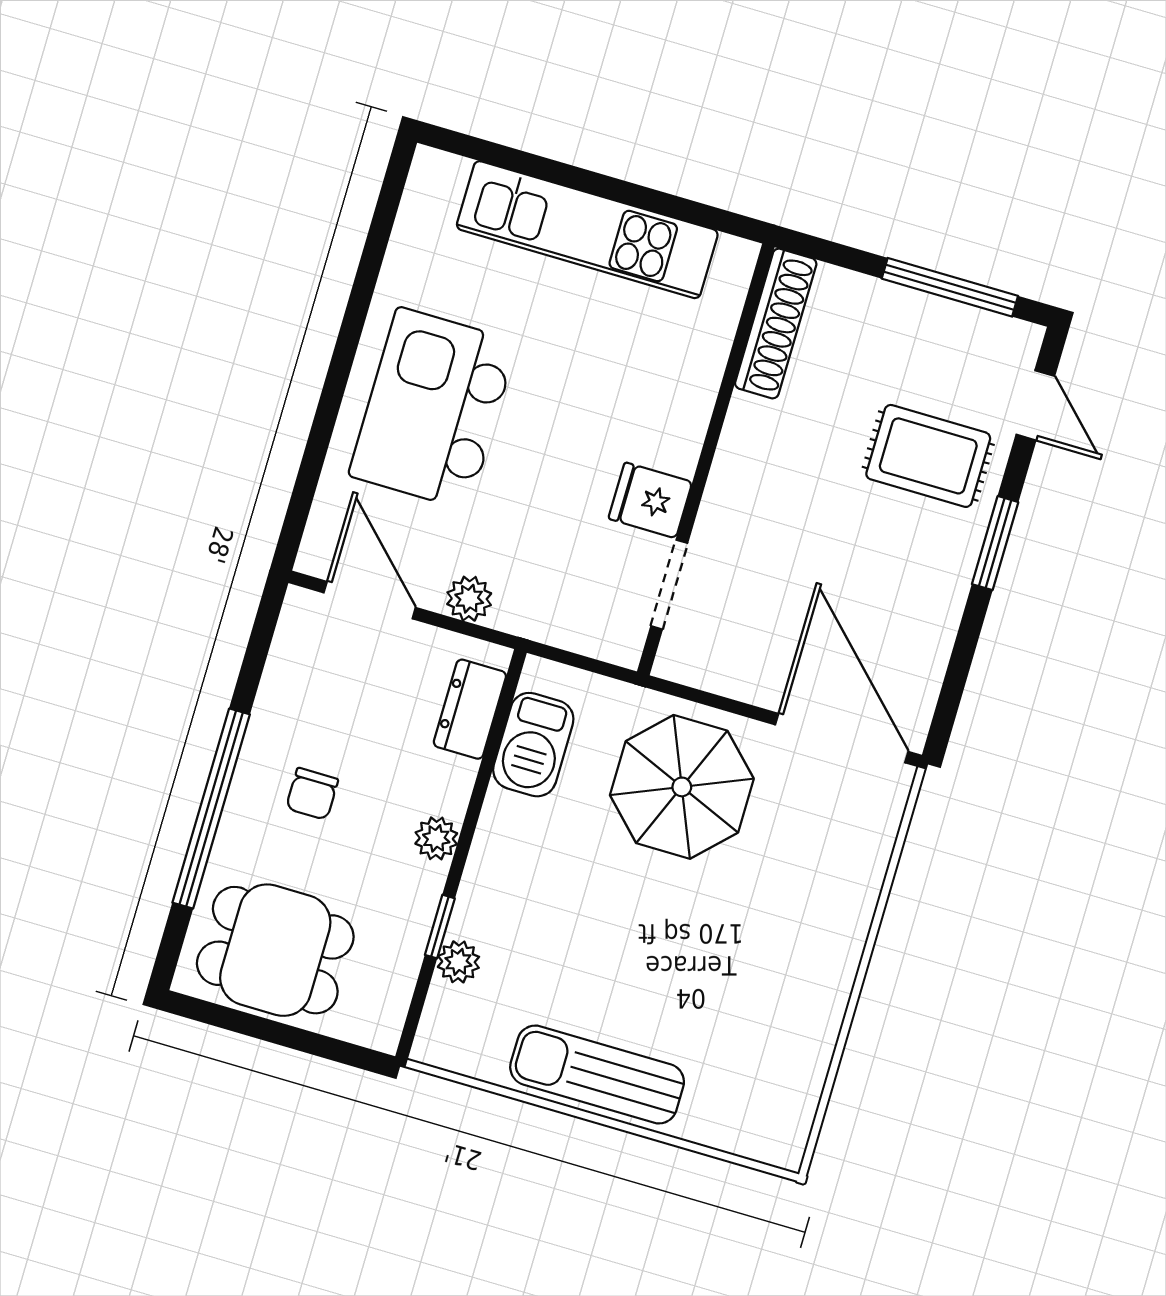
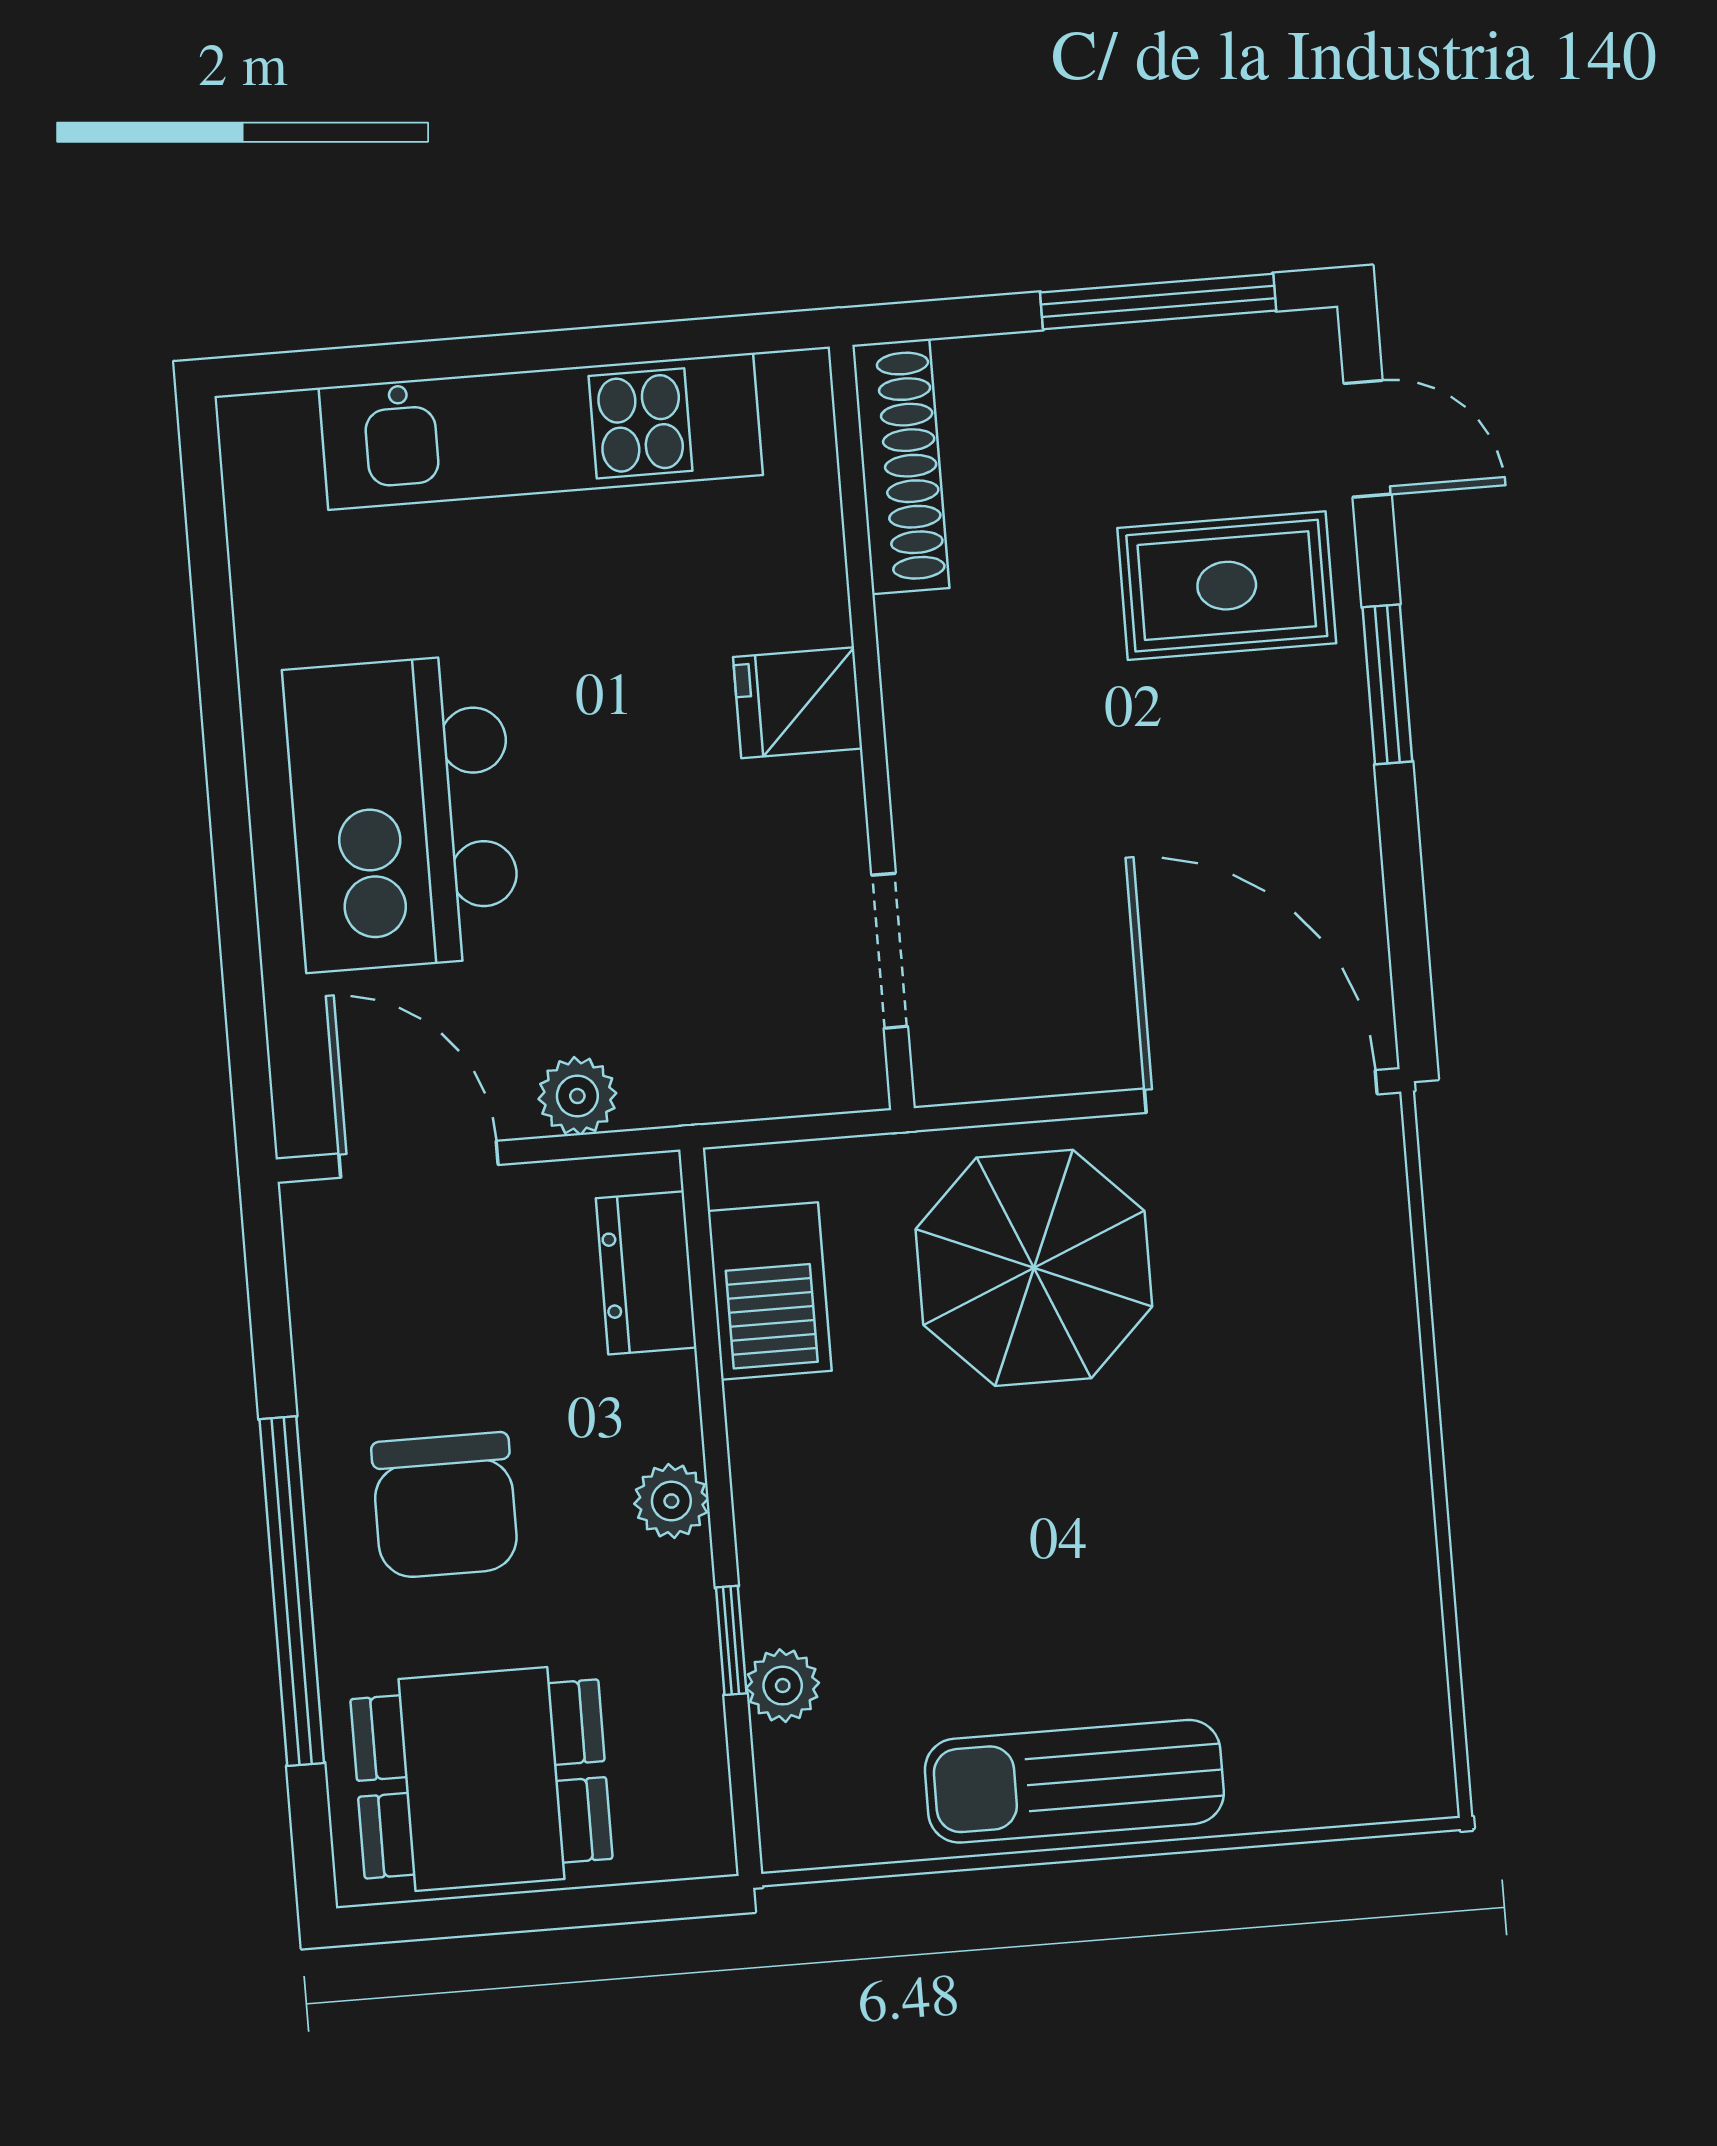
fridge: (650, 500) -> (798, 703), moved
chair: (312, 794) -> (445, 1505), width x1.87, depth x1.87

